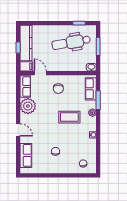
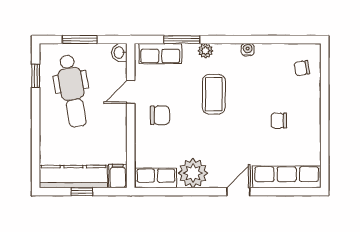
door: (40, 73) -> (131, 92), moved
row of seats: (26, 155) -> (287, 177), width x1.48

